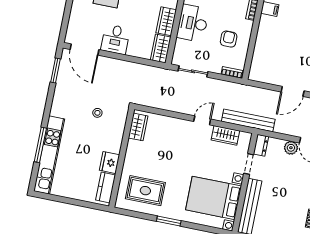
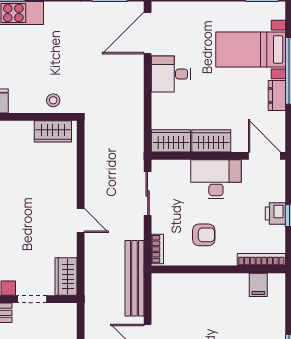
stool: (97, 113) -> (53, 100), moved
bench: (248, 120) -> (134, 278), moved
wardrobe: (225, 135) -> (66, 277), moved
dresser: (261, 145) -> (62, 311), removed

